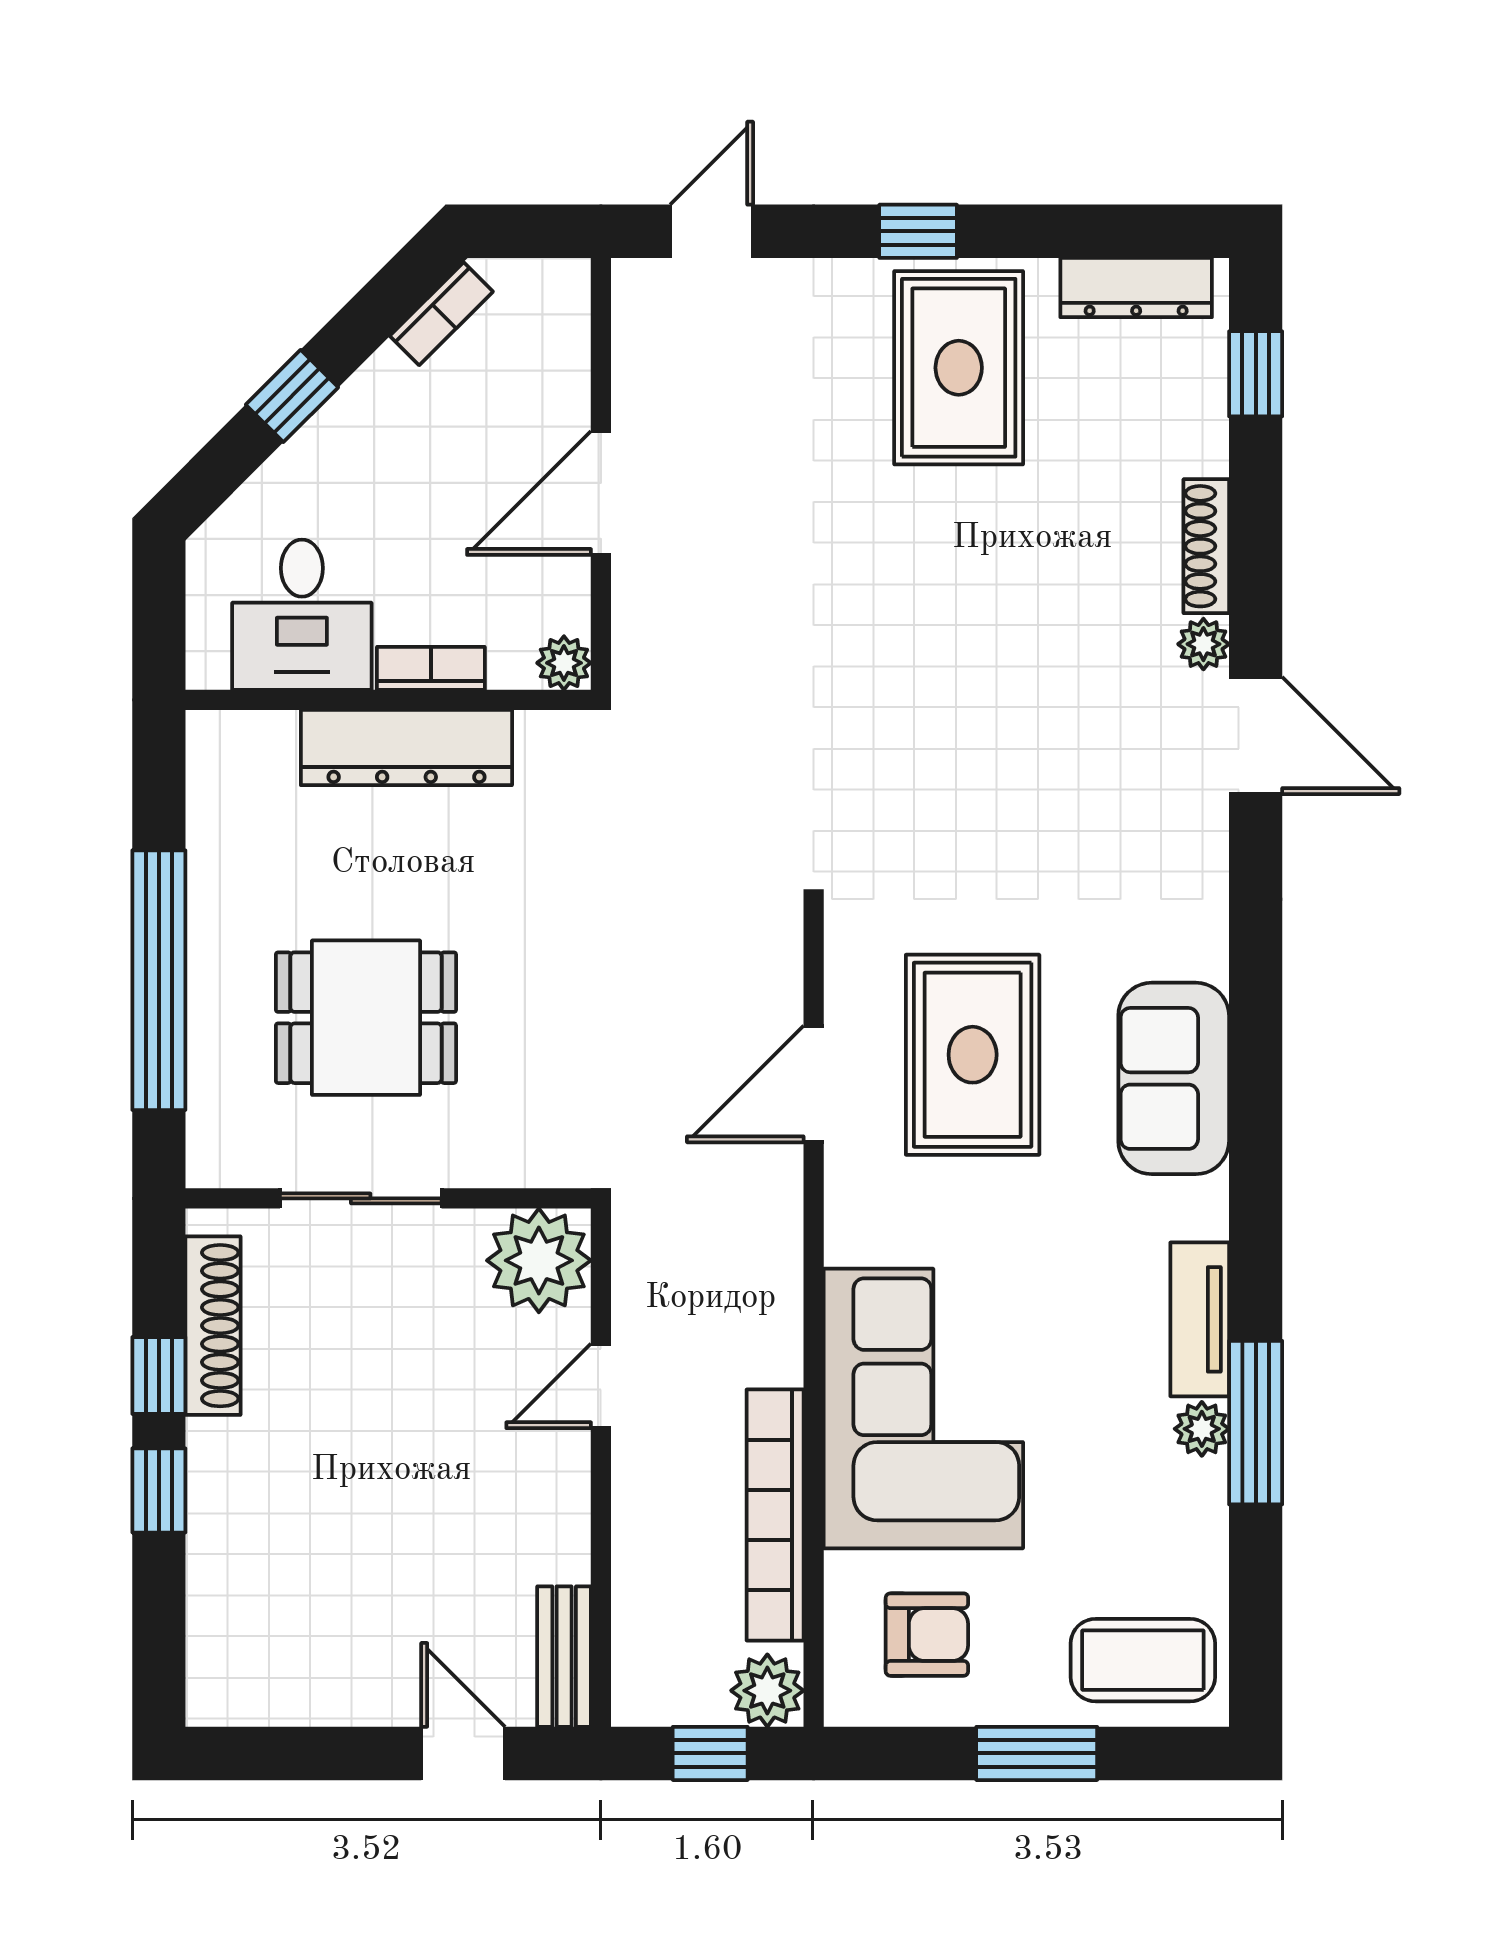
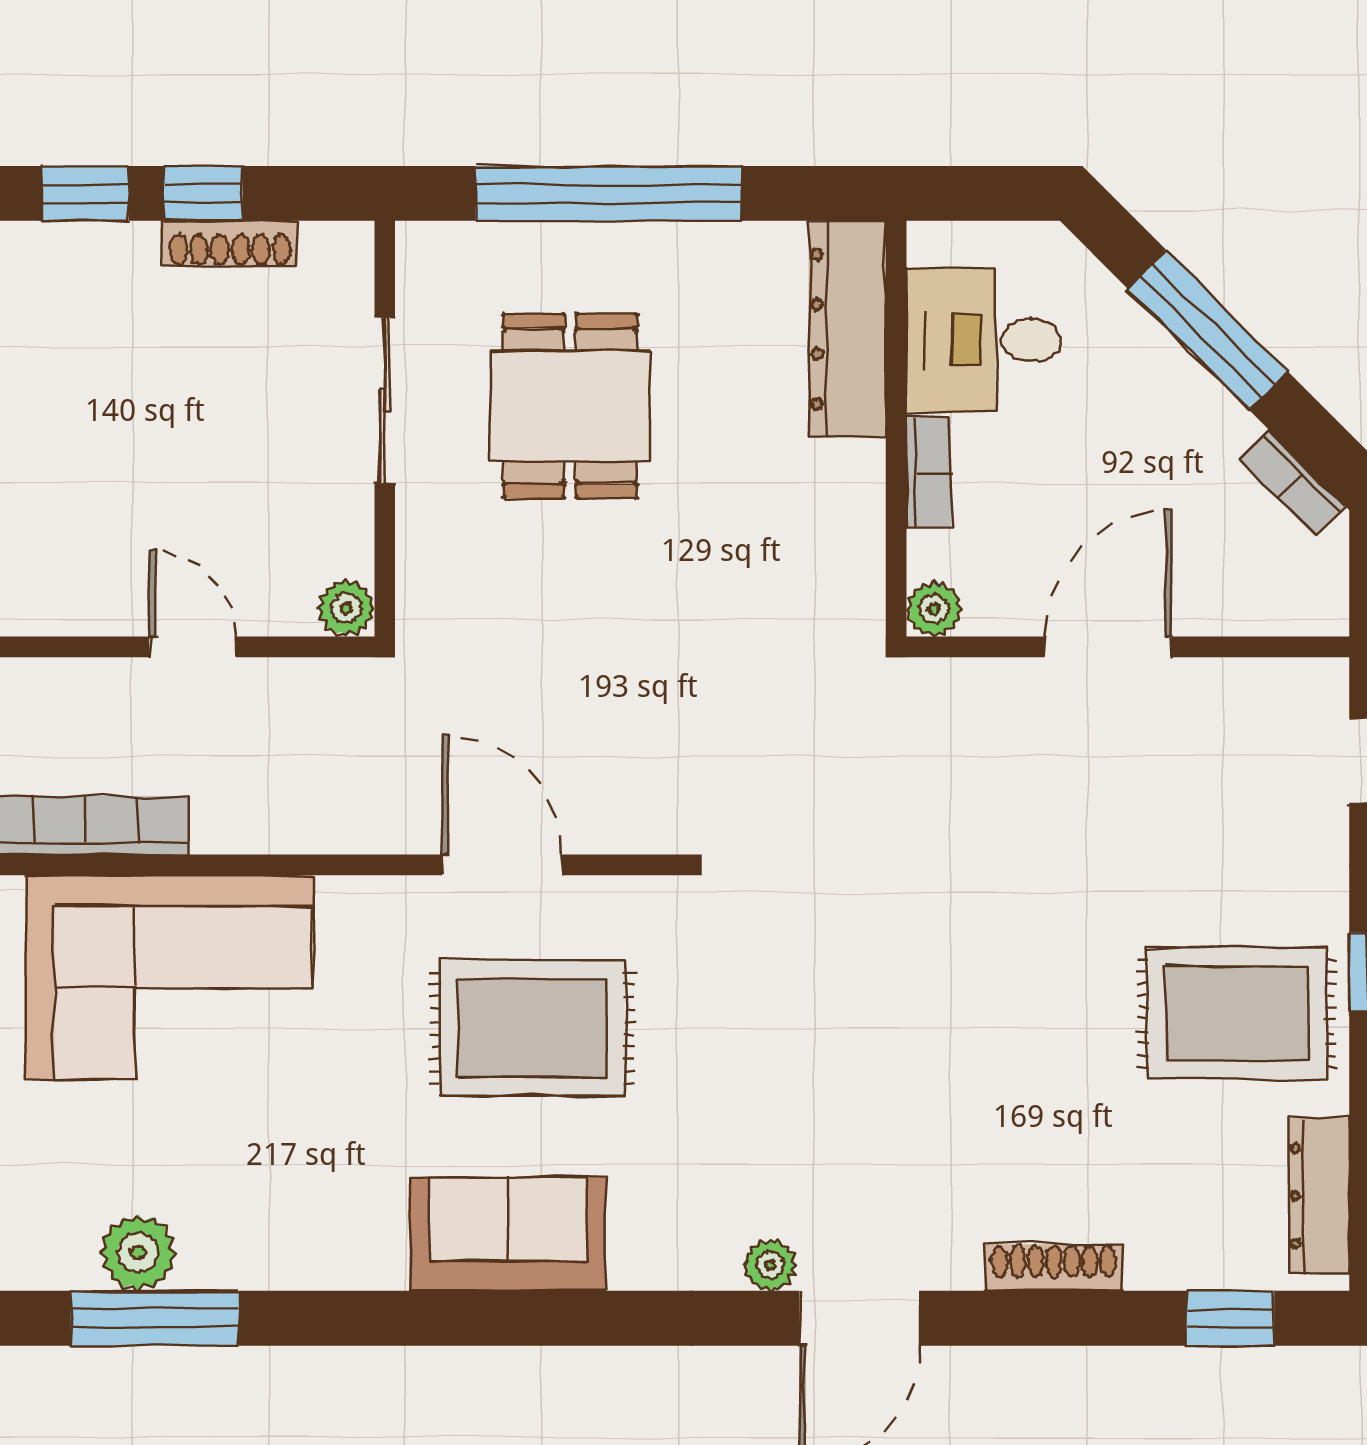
window: (292, 396) -> (1208, 330), width x2.17
door: (601, 493) -> (1108, 647), hinge flipped
plant: (1203, 644) -> (770, 1265), moved
dresser: (406, 748) -> (847, 329), moved
plant: (539, 1260) -> (346, 608), width x0.53, depth x0.53
tv unit: (1200, 1319) -> (261, 1261), removed
shoe rack: (213, 1326) -> (230, 244), width x0.74, depth x0.81
plant: (1202, 1429) -> (138, 1253), width x1.38, depth x1.38

